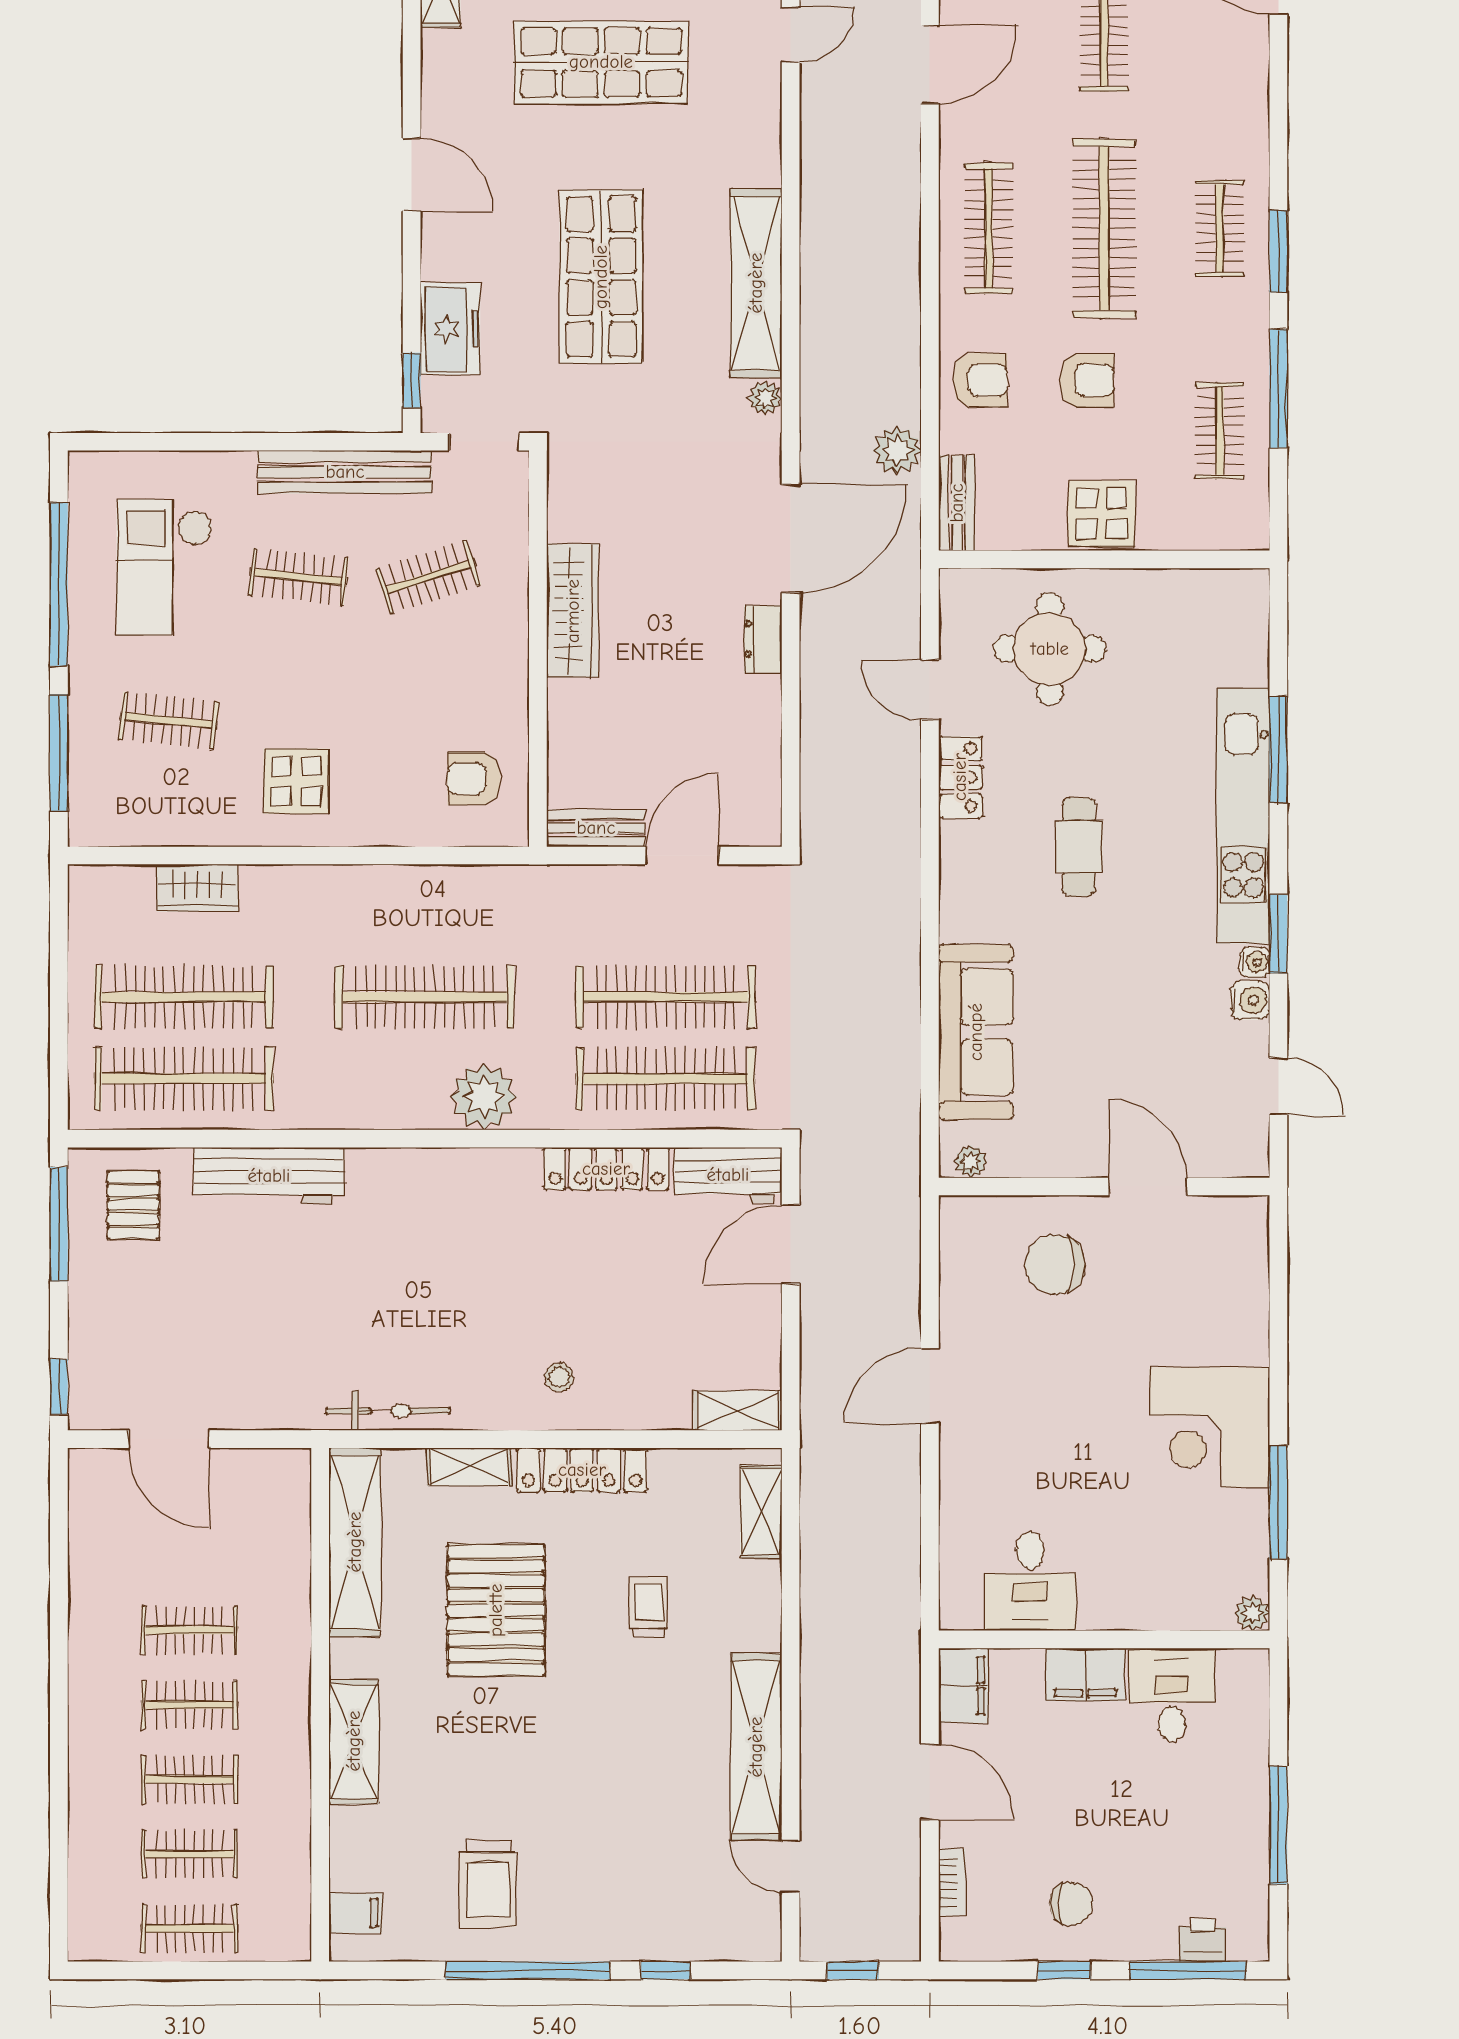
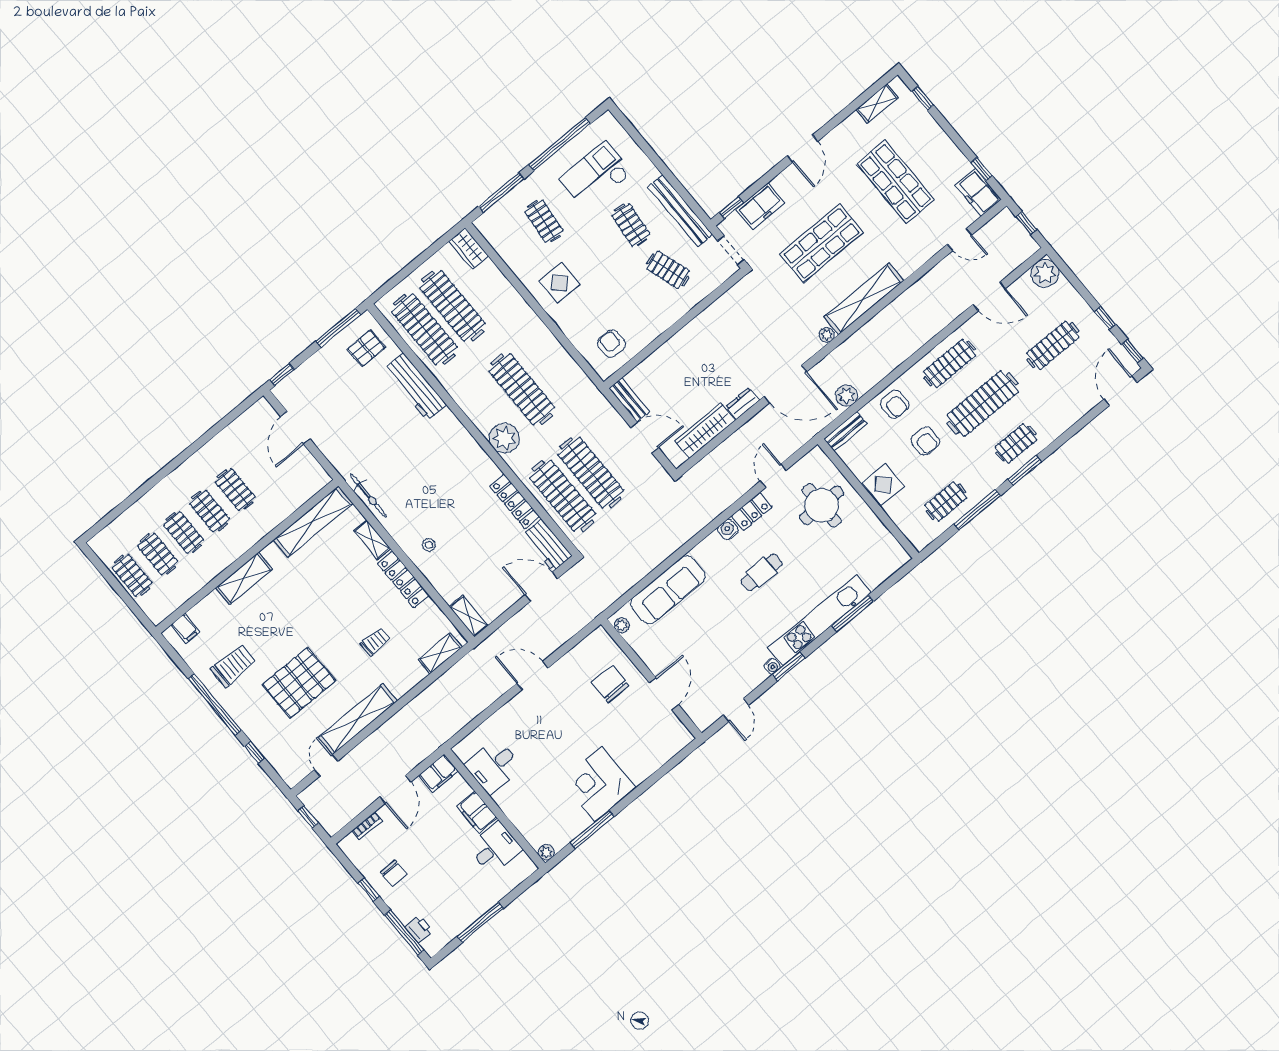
wardrobe: (573, 611) -> (705, 431), moved, turned 180
wardrobe: (197, 888) -> (469, 248), moved
water cooler: (1250, 1000) -> (728, 530), moved, turned 180
pallet: (496, 1610) -> (299, 683), moved
trolley: (488, 1884) -> (233, 666), turned 180

